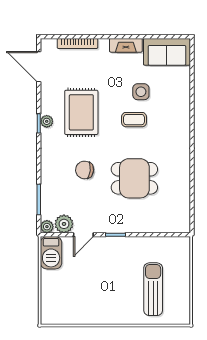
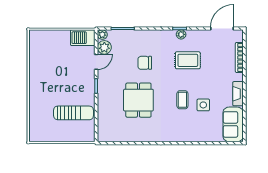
rug: (81, 112) -> (188, 60), width x0.73, depth x0.70
chair: (85, 170) -> (145, 63), turned -96
door: (83, 235) -> (96, 62), swing flipped
sun lounger: (153, 289) -> (74, 113), moved

